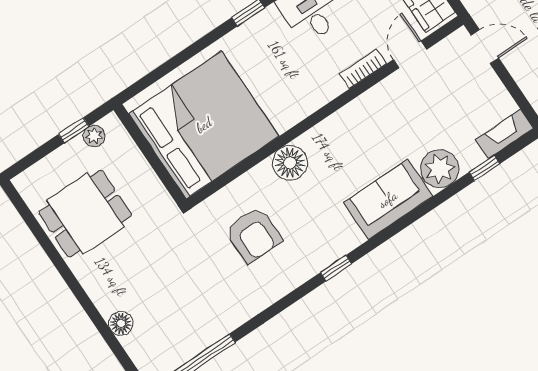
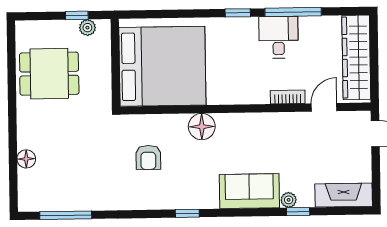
fireplace: (504, 134) -> (344, 195), width x1.37, depth x1.32
window: (484, 168) -> (298, 212), moved
plant: (440, 169) -> (289, 200), width x0.53, depth x0.53
armchair: (253, 235) -> (148, 157), width x0.72, depth x0.72

